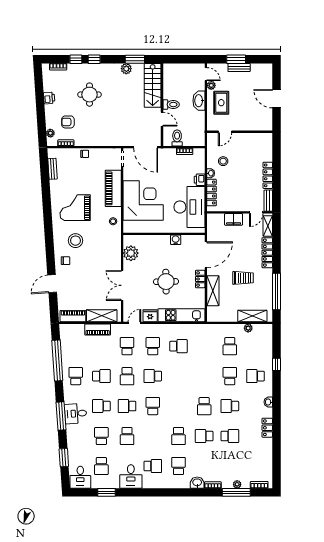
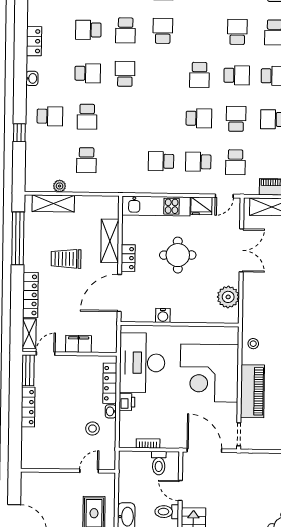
school desk: (153, 346) -> (198, 162), turned 90
school desk: (230, 346) -> (86, 160), turned 180
school desk: (204, 436) -> (126, 30), turned 90

